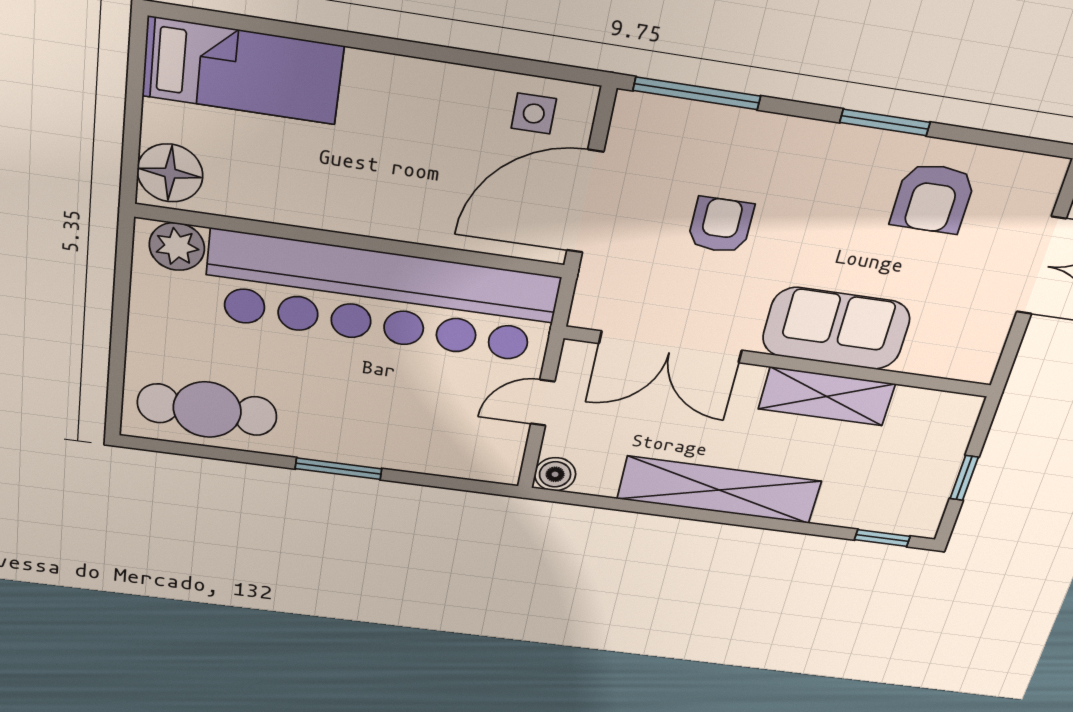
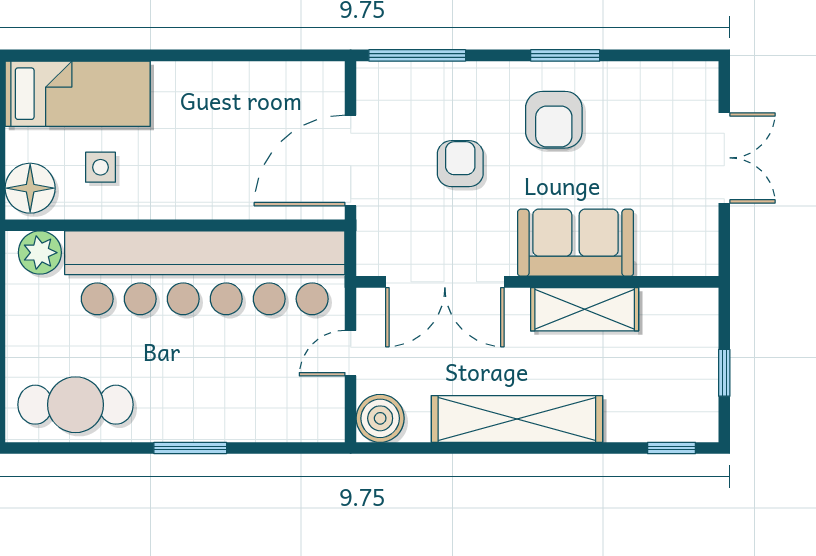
side table: (534, 114) -> (101, 167), moved
armchair: (933, 198) -> (554, 120), moved
boiler: (555, 474) -> (380, 418), width x1.36, depth x1.36

